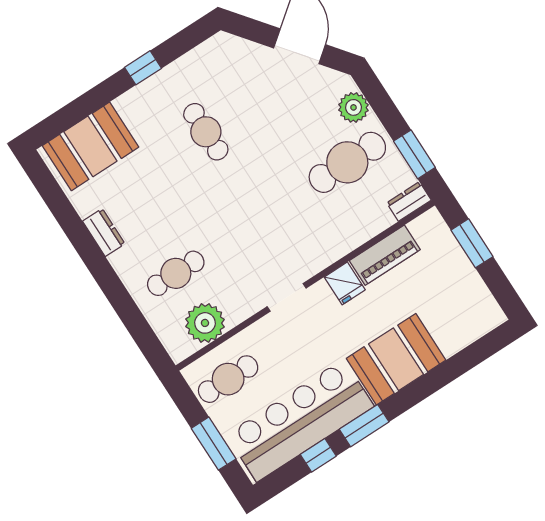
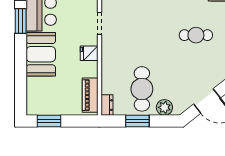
window: (414, 154) -> (137, 121), moved
window: (472, 243) -> (49, 121), moved
piano: (385, 255) -> (90, 95), moved

